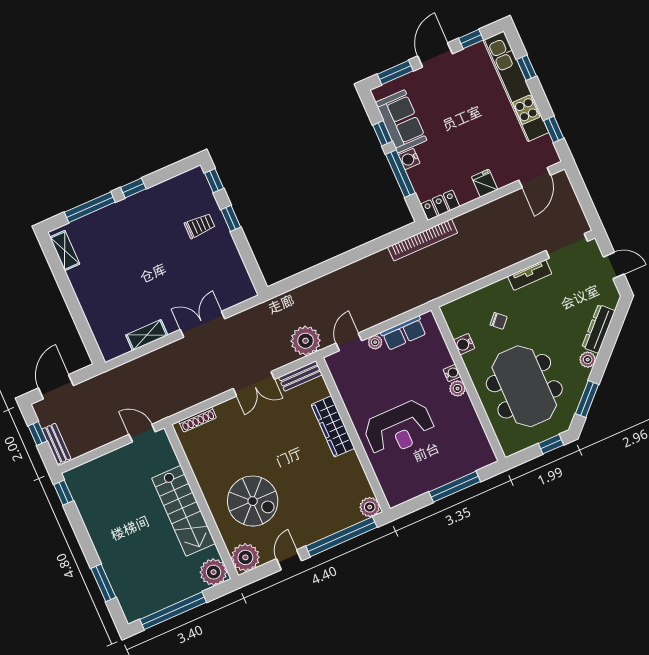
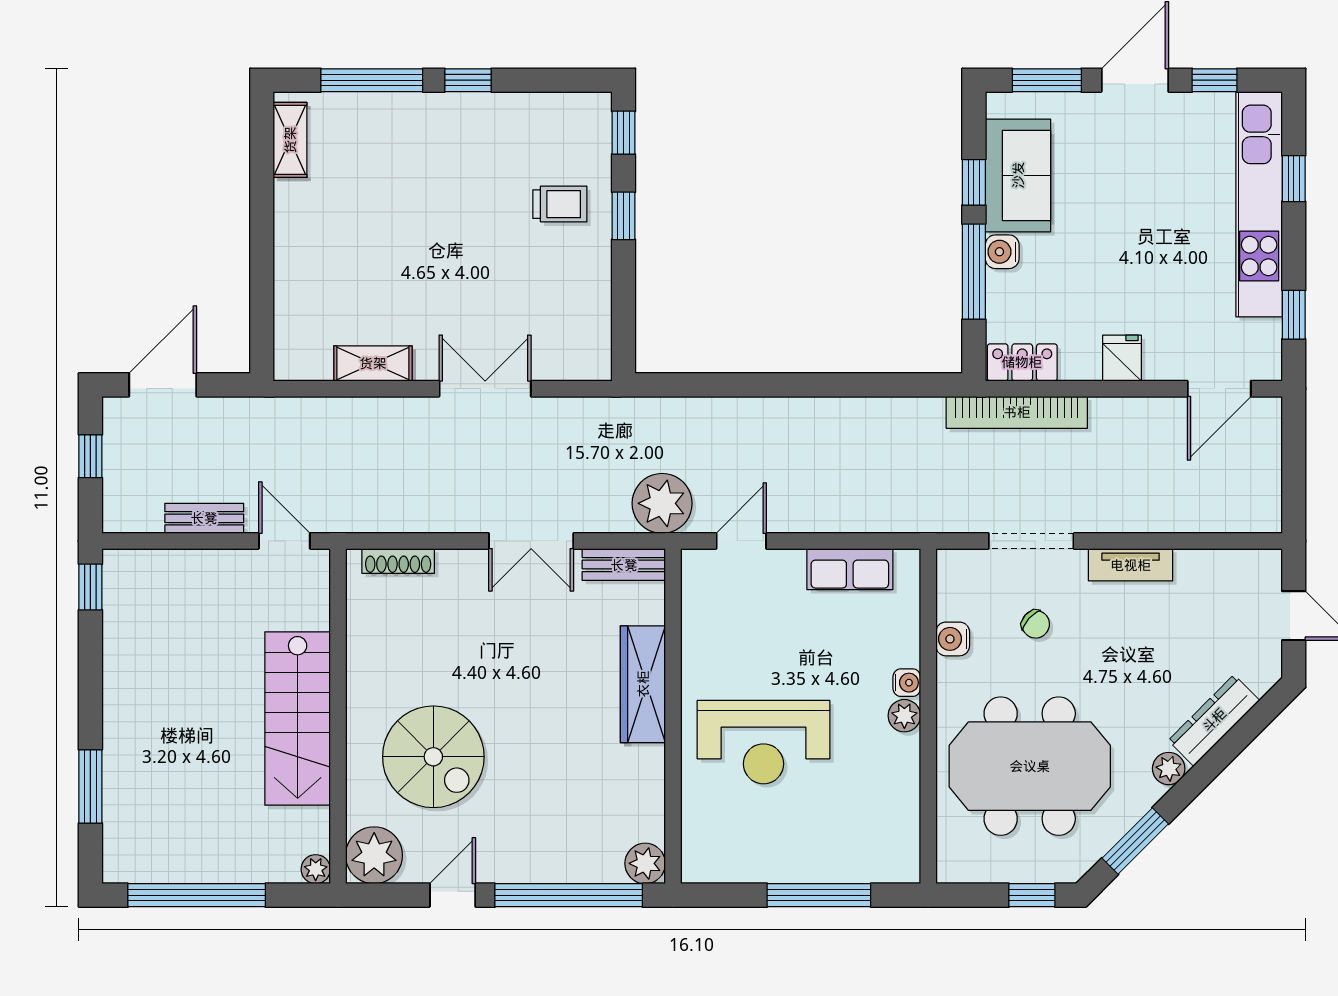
bookcase: (423, 240) -> (1017, 412), moved
doorway: (567, 246) -> (1031, 541), moved
plant: (375, 342) -> (790, 563), removed
meeting table: (524, 386) -> (1030, 766), turned 90
bench: (56, 444) -> (204, 518), moved, turned 90
plant: (214, 572) -> (316, 869), width x0.53, depth x0.53

